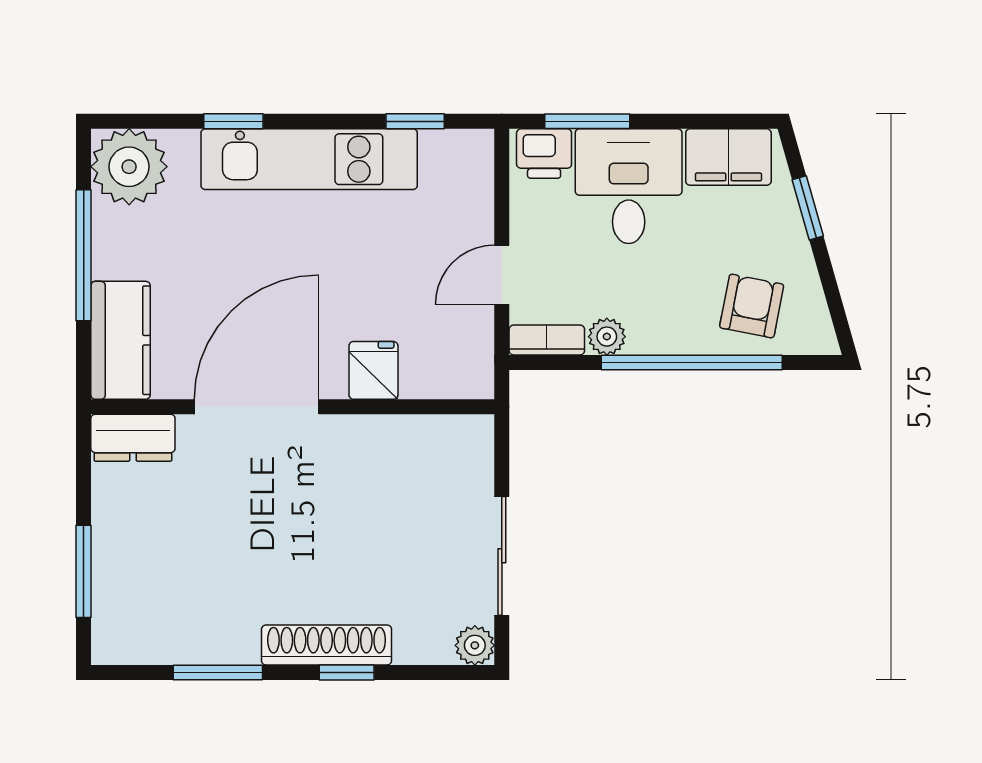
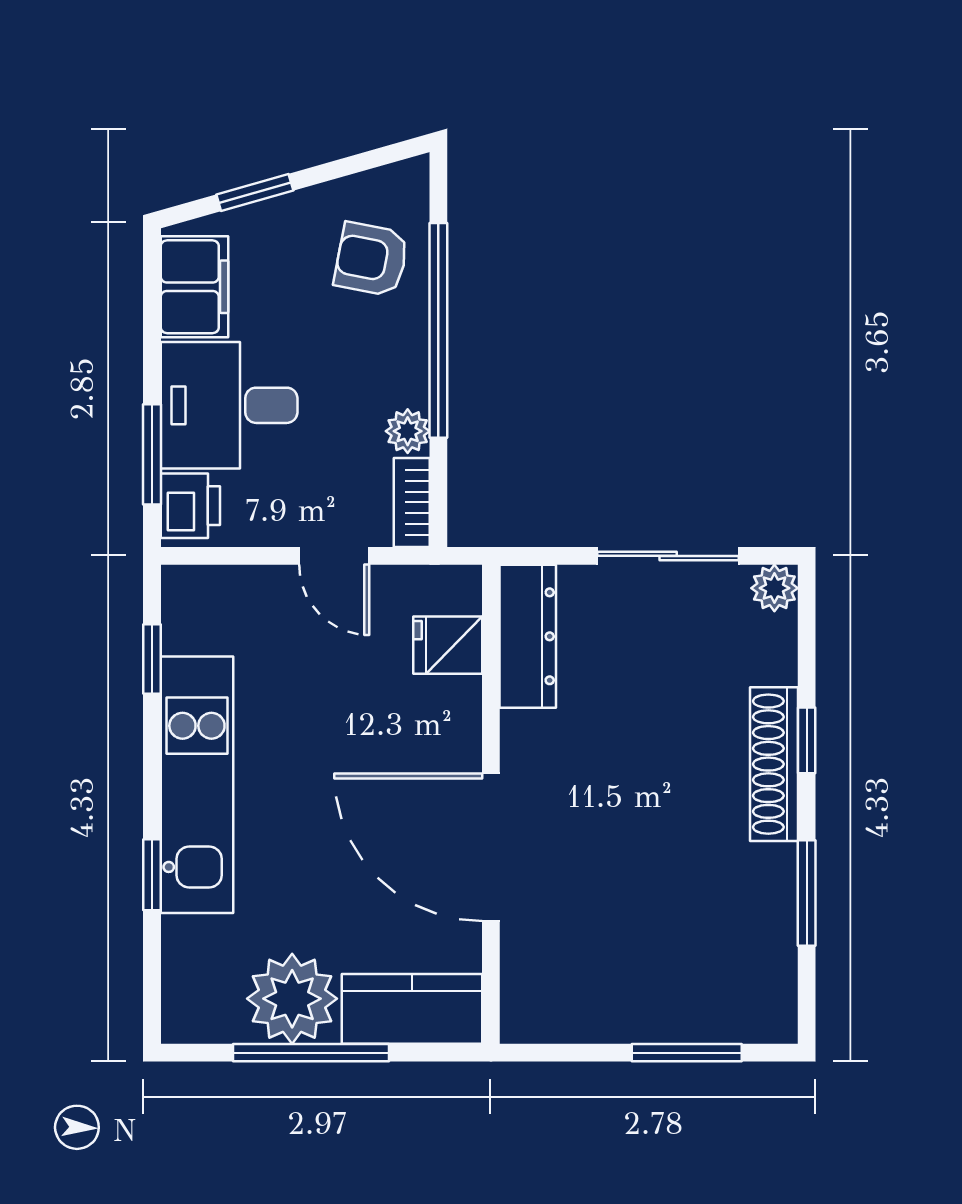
plant: (129, 167) -> (292, 999), moved
fridge: (373, 370) -> (448, 645), moved
dresser: (133, 438) -> (528, 636), moved, width x1.44

